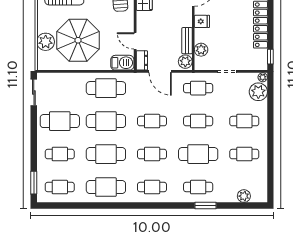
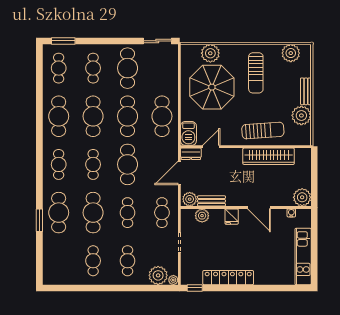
cafe table: (152, 121) -> (128, 164), width x1.37, depth x1.35
cafe table: (198, 187) -> (59, 213), width x1.37, depth x1.35
plant: (244, 196) -> (49, 260), removed

